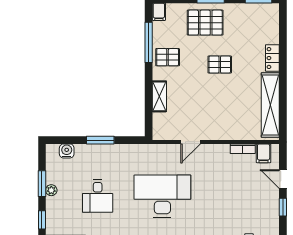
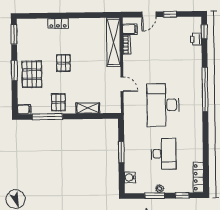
shelving: (270, 105) -> (113, 42), moved, turned 90
desk: (98, 196) -> (164, 154), width x1.37

